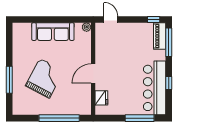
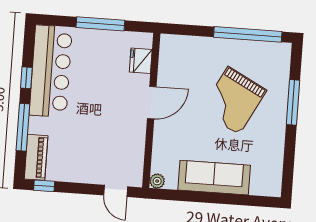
window: (169, 42) -> (23, 127), moved
window: (59, 118) -> (248, 34), moved
window: (140, 118) -> (100, 24), moved

